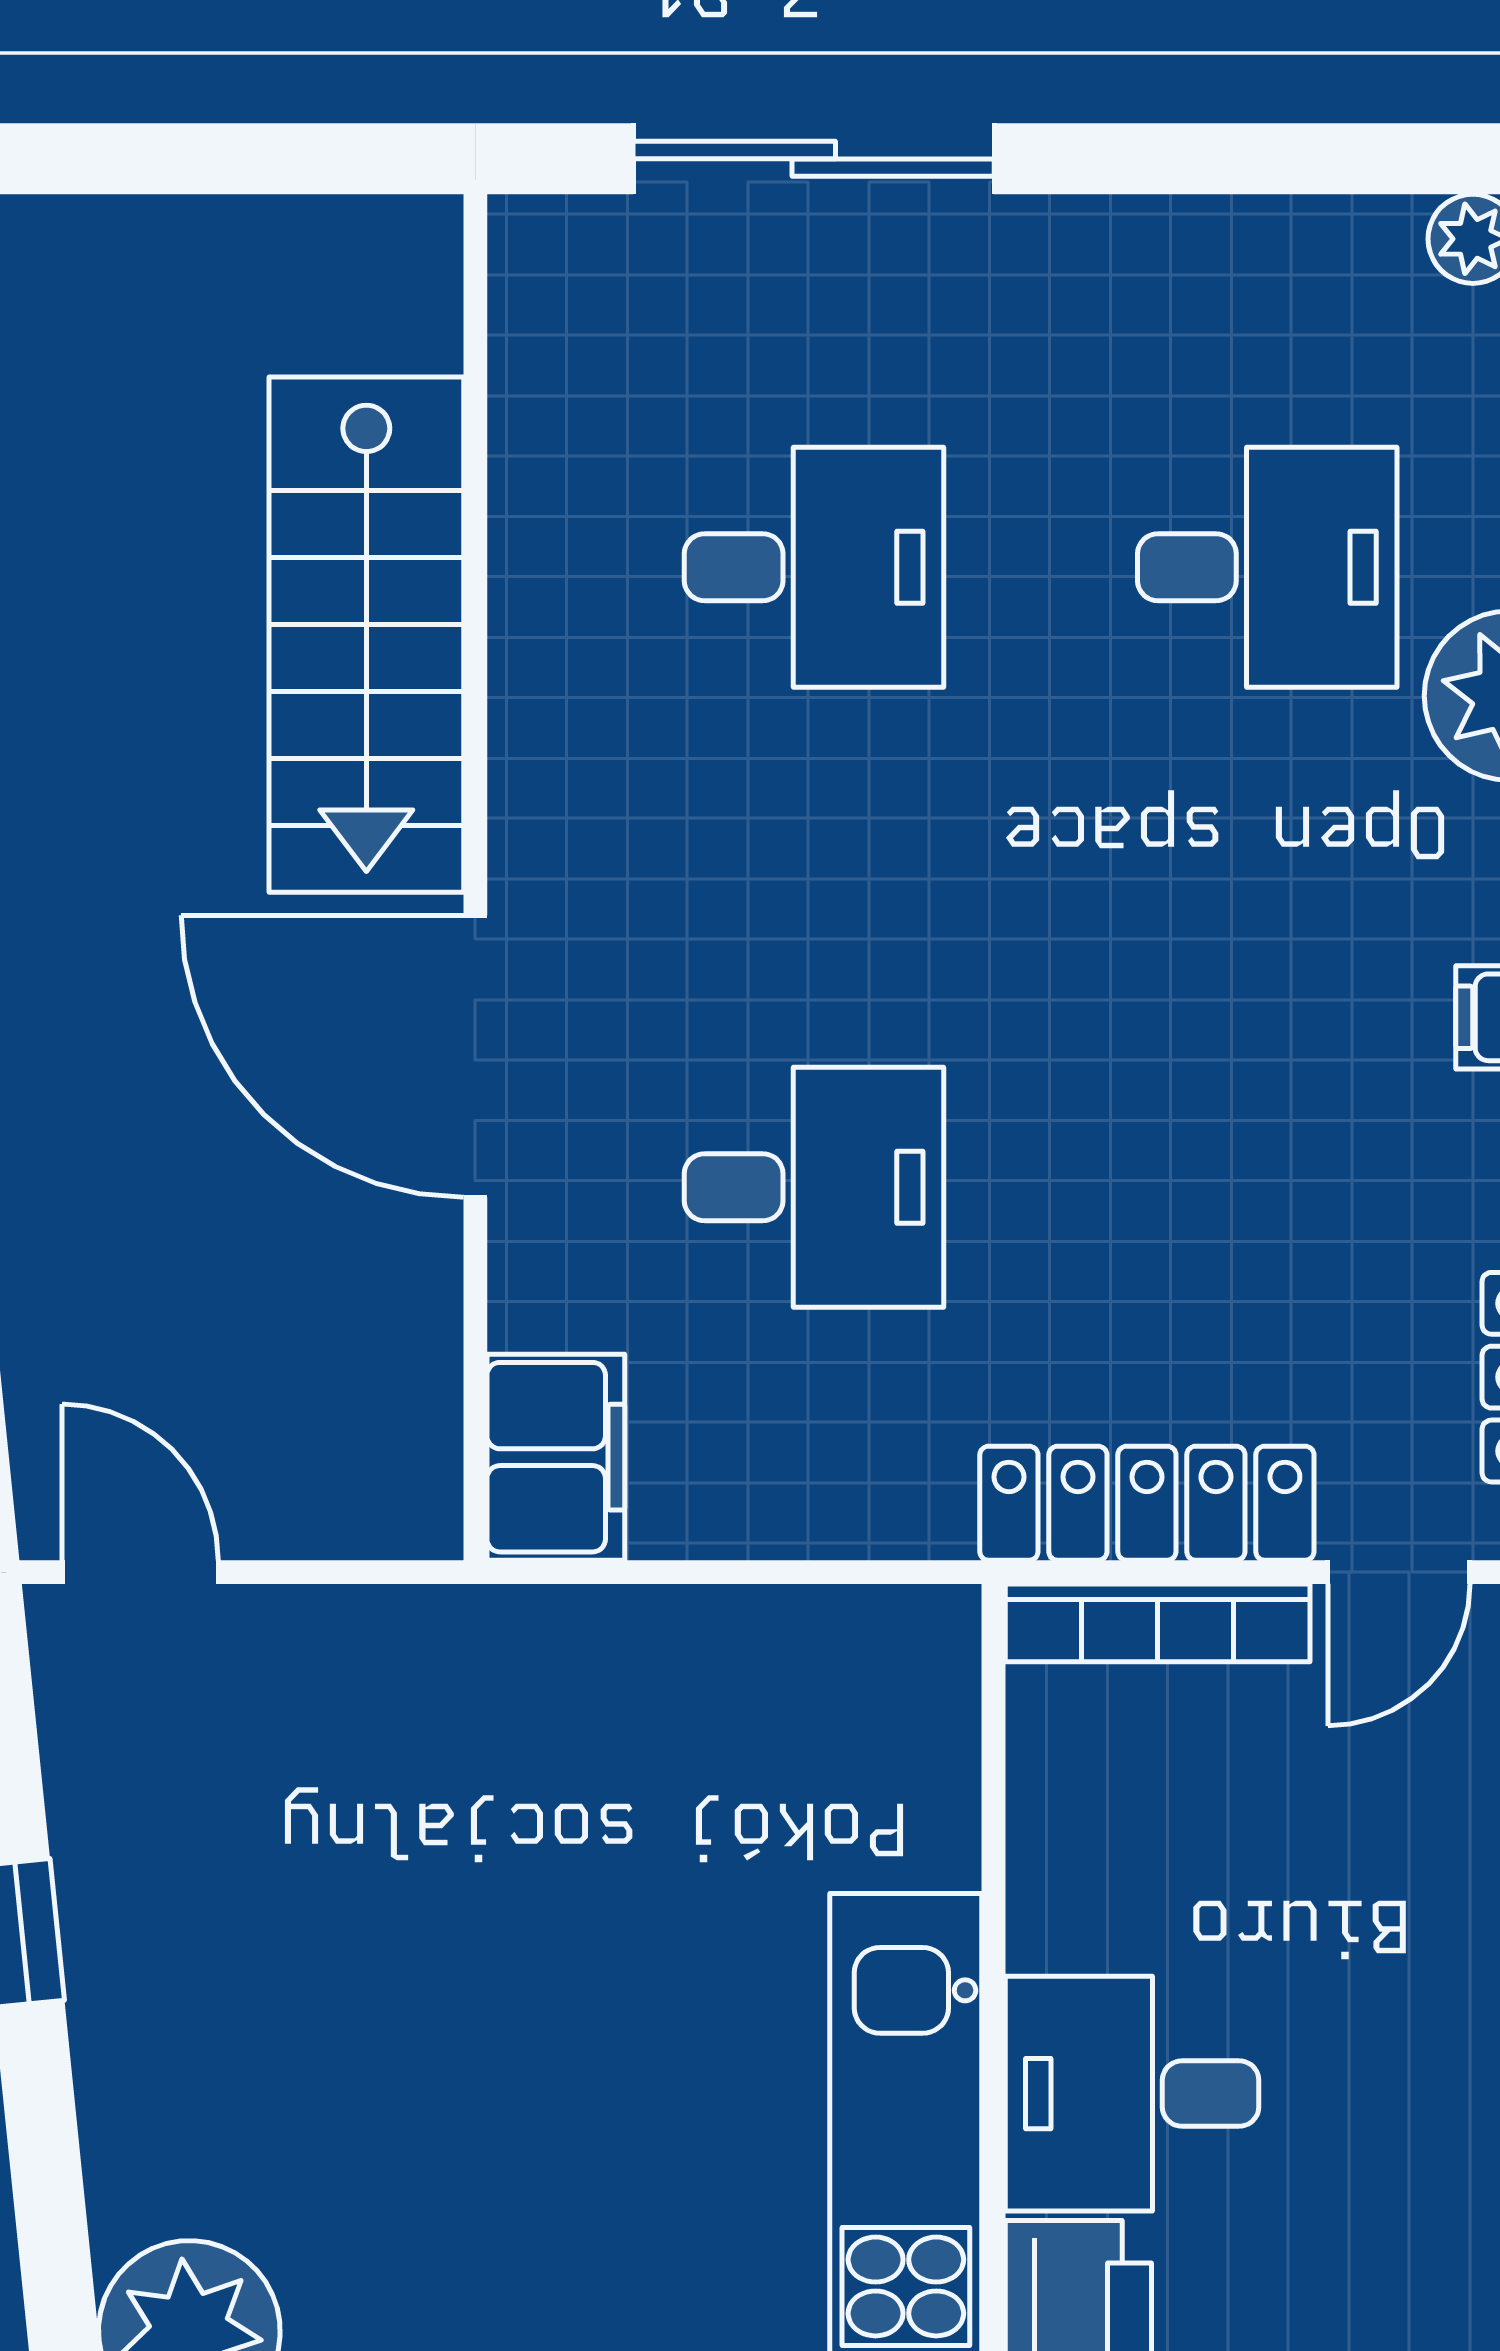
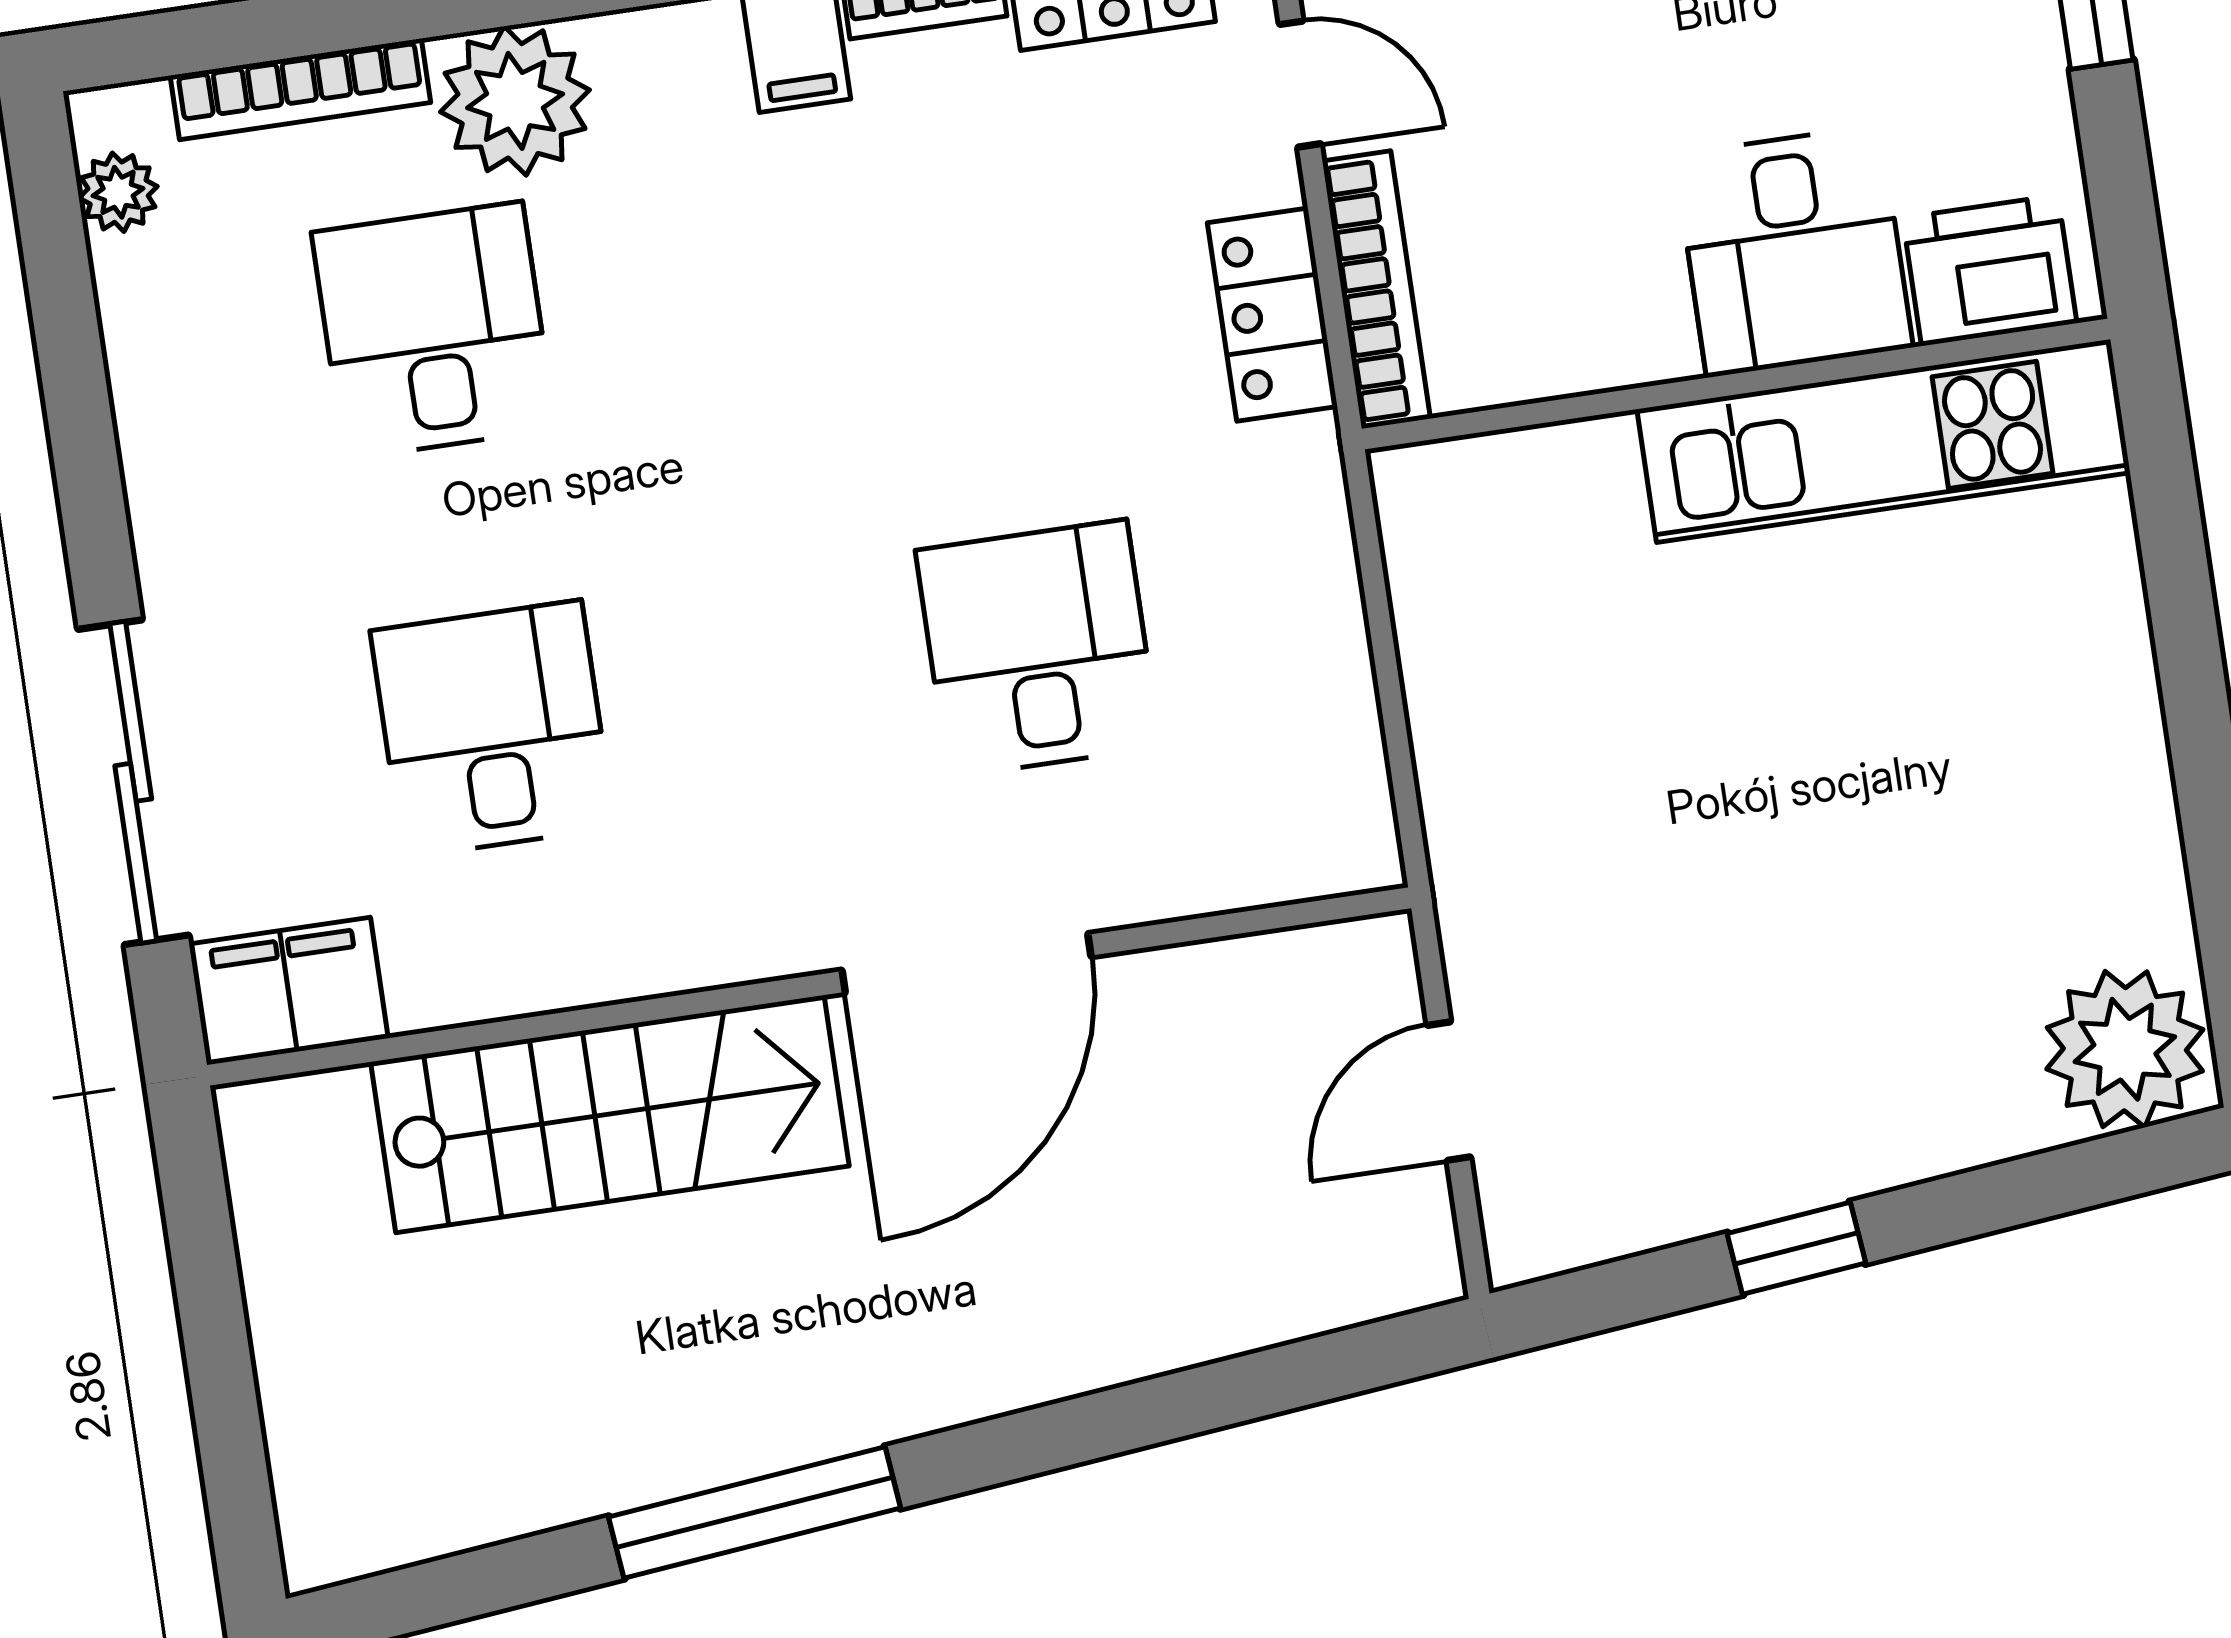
filing cabinet: (556, 1457) -> (289, 991), moved
locker: (1147, 1503) -> (1272, 315), width x0.66
door: (140, 1572) -> (1449, 1091), moved

